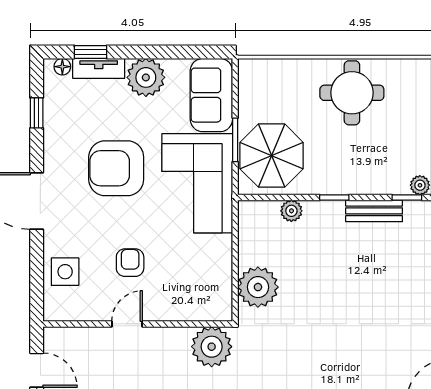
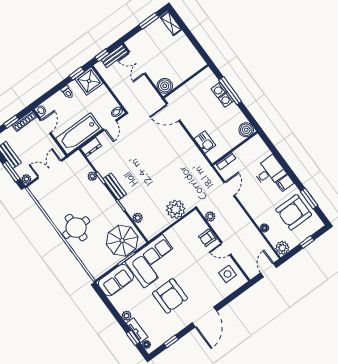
plant: (146, 77) -> (127, 316), width x0.53, depth x0.53
armchair: (130, 263) -> (207, 238), moved
side table: (65, 272) -> (228, 274), moved
plant: (212, 347) -> (210, 217), width x0.53, depth x0.53

